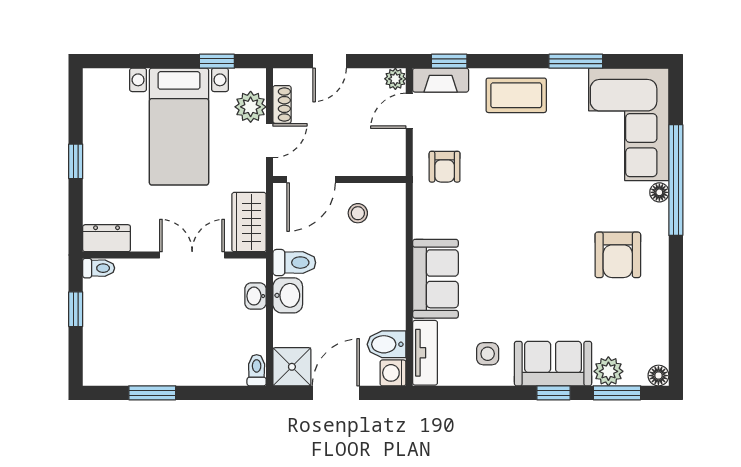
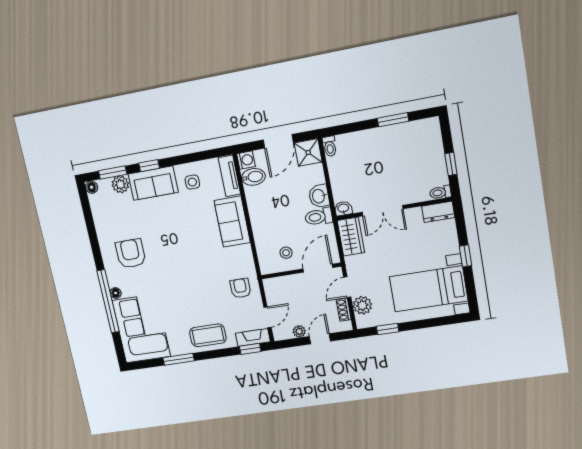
plant: (395, 79) -> (299, 331), moved
bed with nightstands: (179, 127) -> (429, 289), moved, turned -90
washbasin: (255, 296) -> (343, 208), moved, turned -90

